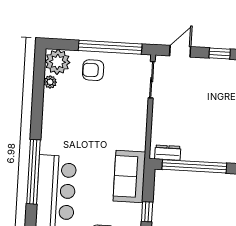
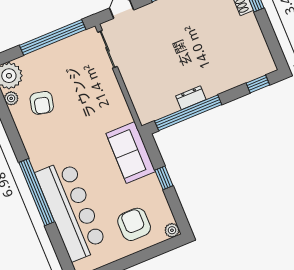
armchair: (93, 70) -> (42, 103), moved, turned -77
dresser: (168, 153) -> (191, 98), moved

